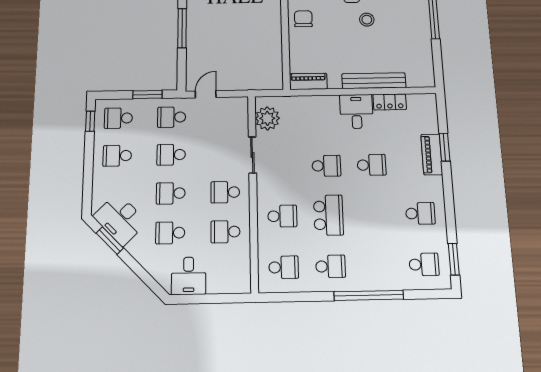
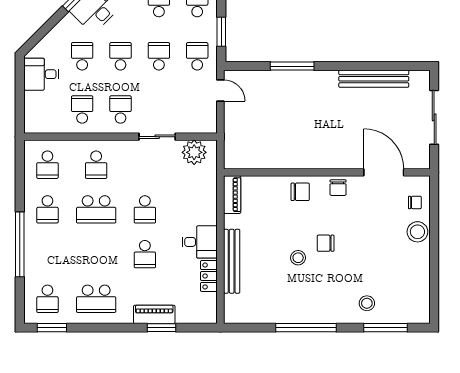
school desk: (420, 213) -> (96, 299), width x1.85

